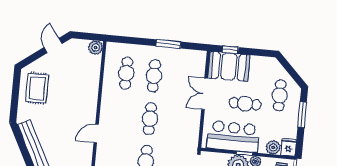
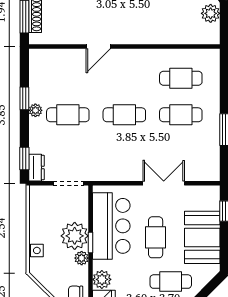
plant: (96, 48) -> (211, 13), moved
booth: (229, 66) -> (202, 237), moved
door: (96, 134) -> (98, 46), swing flipped

